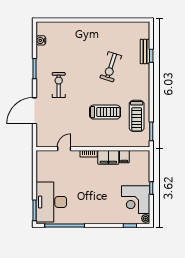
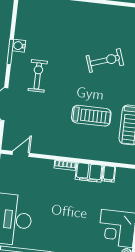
water cooler: (41, 40) -> (19, 46), moved
exercise bike: (111, 67) -> (105, 61), turned -127
door: (64, 149) -> (21, 154), moved

